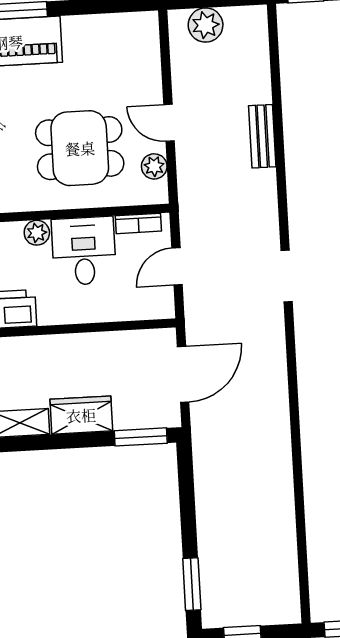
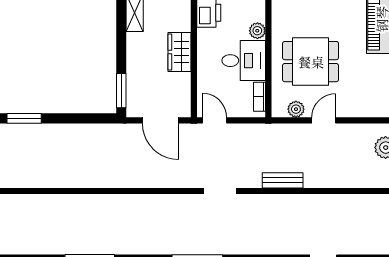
bench: (262, 136) -> (283, 180), moved
dining table: (80, 148) -> (311, 62), turned 90
door: (177, 266) -> (215, 120), moved
wardrobe: (81, 415) -> (179, 52), moved, turned 180

